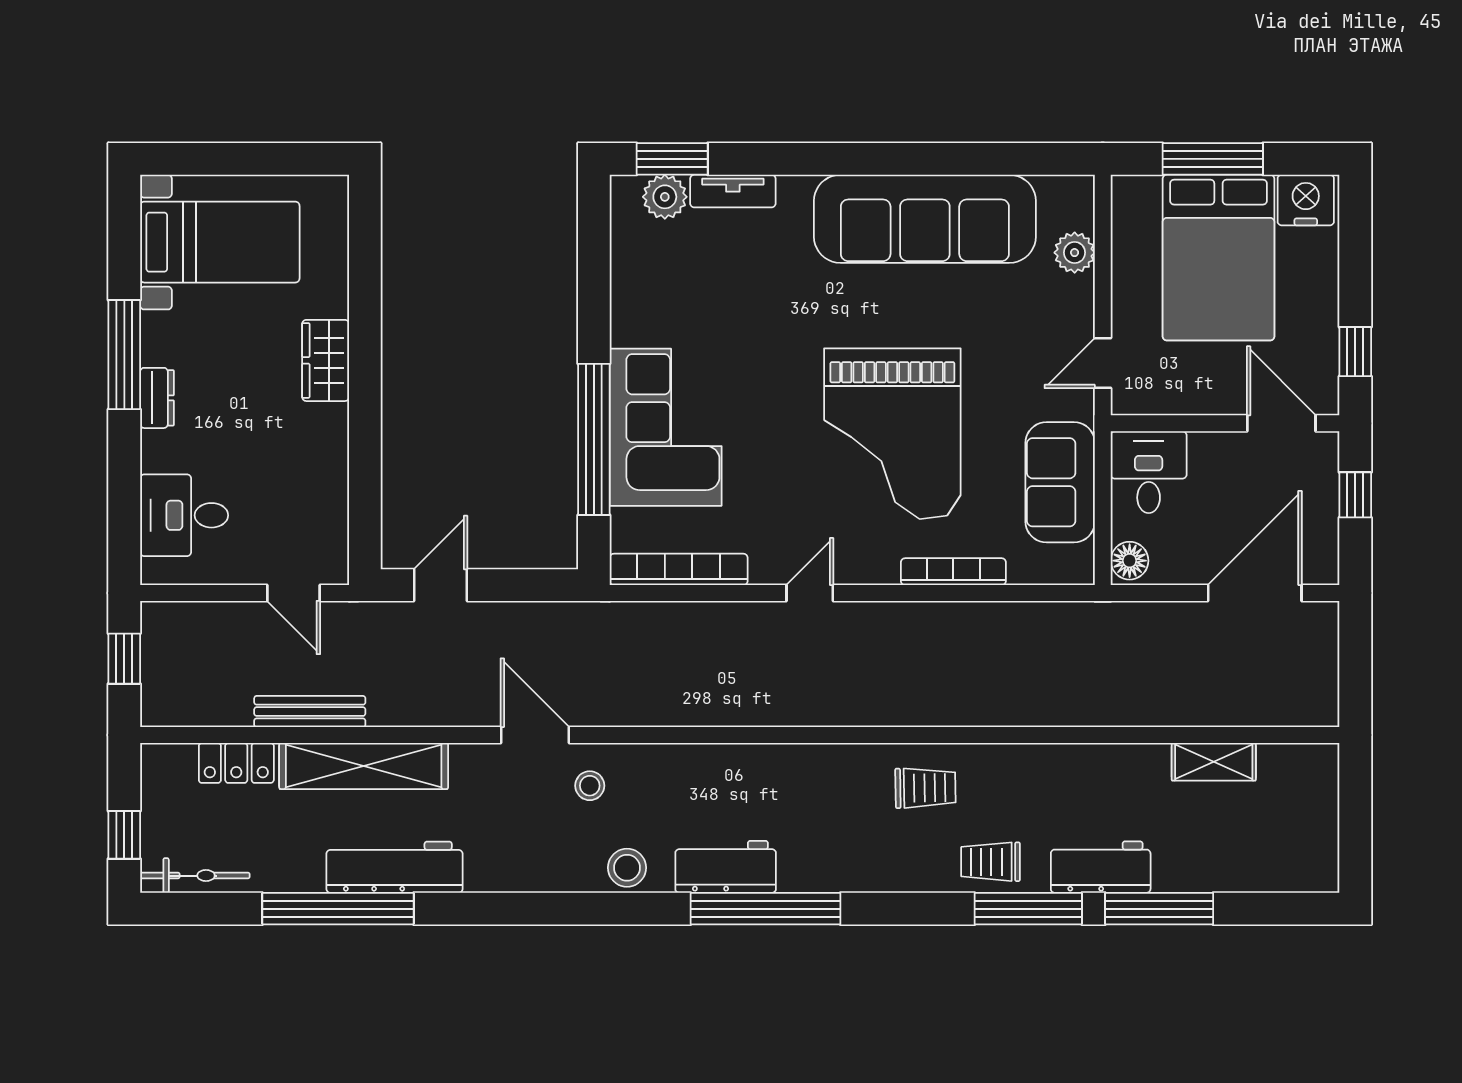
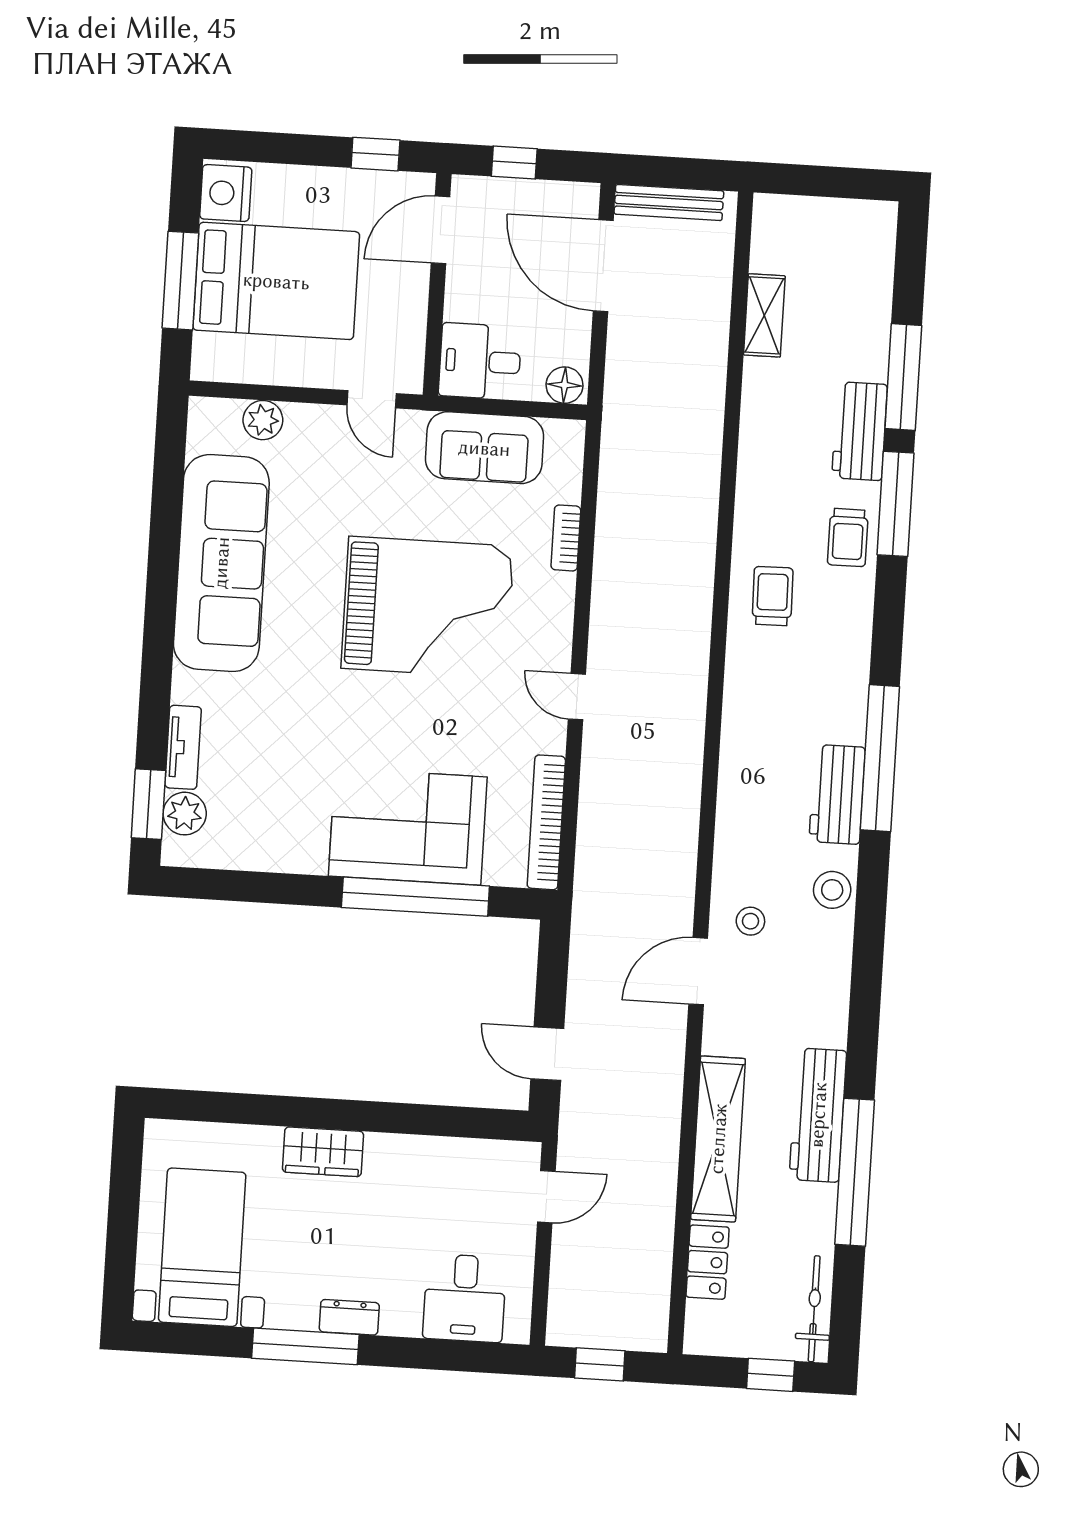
bookcase: (953, 572) -> (566, 538), width x0.64
bench: (310, 712) -> (669, 202), moved, turned 90

